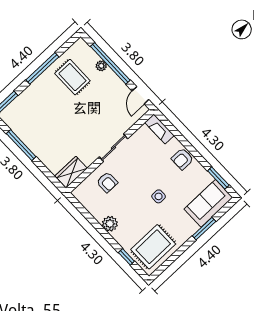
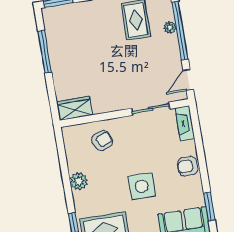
sliding door: (113, 148) -> (151, 109), moved
armchair: (107, 182) -> (102, 141), turned -113
side table: (159, 196) -> (142, 186), width x1.87, depth x1.87

